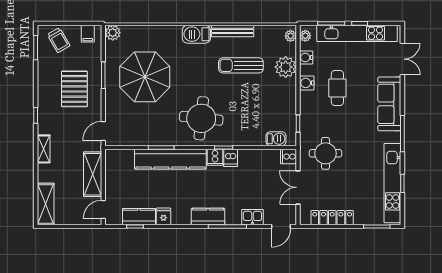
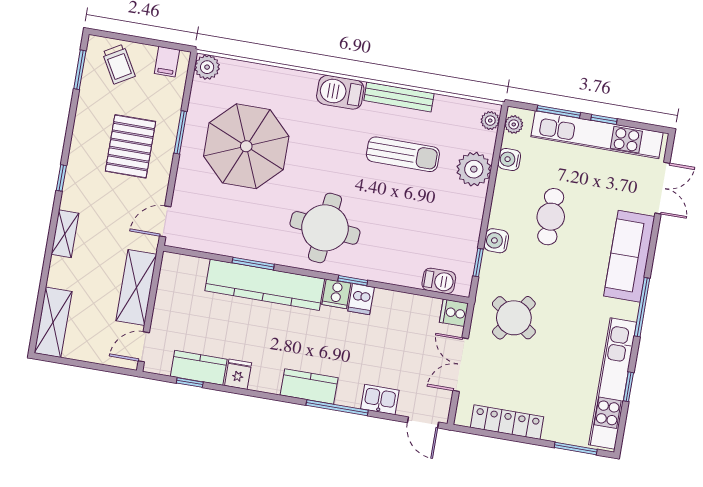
sun lounger: (241, 65) -> (403, 154), turned 180
water cooler: (307, 83) -> (496, 241), moved
round table: (325, 153) -> (514, 318), turned 35
door: (281, 226) -> (423, 422), hinge flipped

